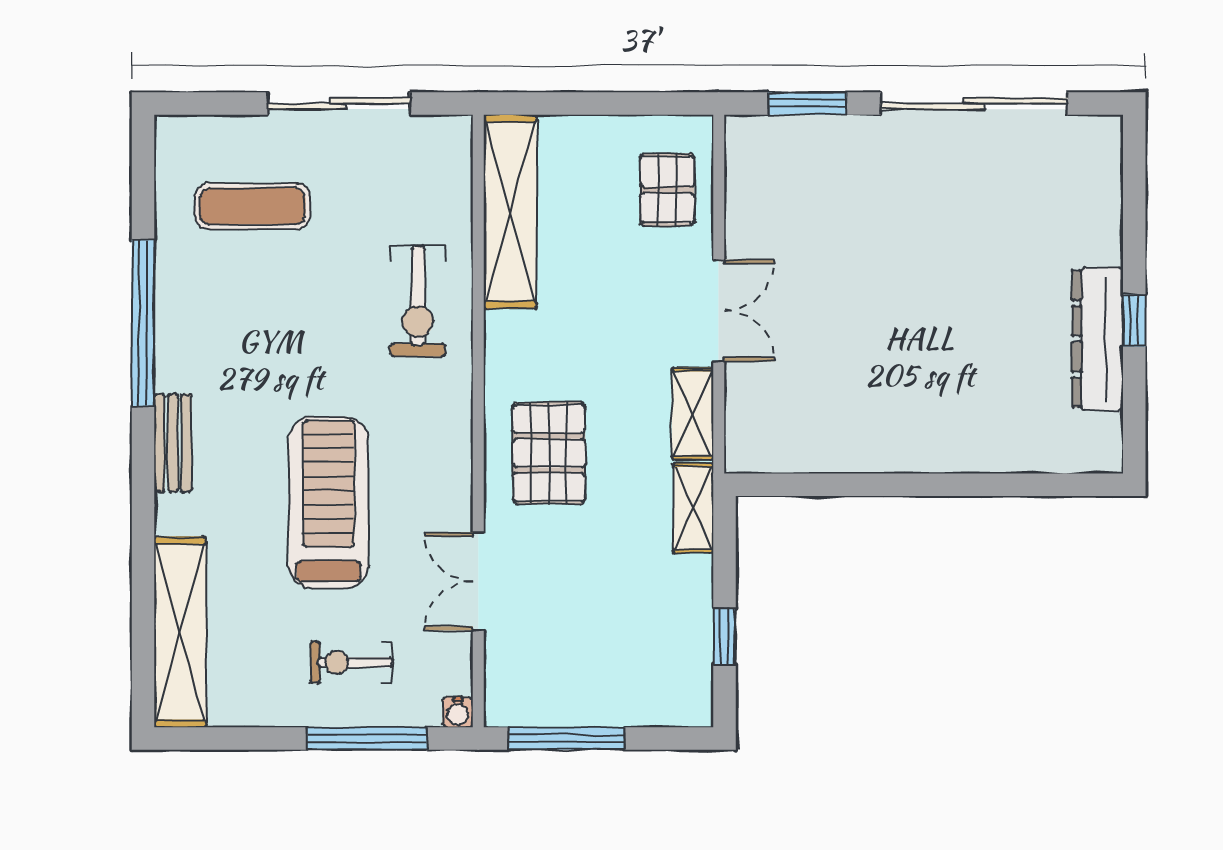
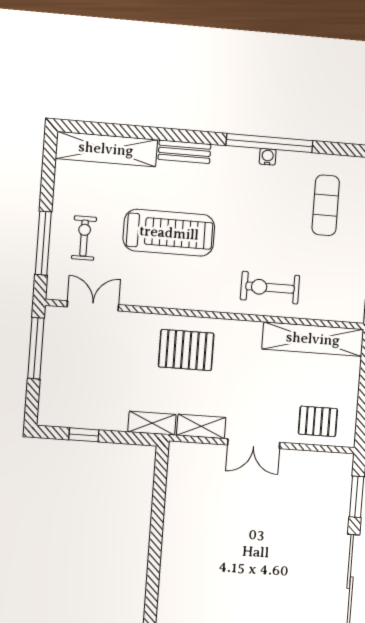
bench: (173, 443) -> (184, 152), moved
double door: (478, 581) -> (93, 306), moved
water cooler: (458, 712) -> (268, 157), moved, turned 90

